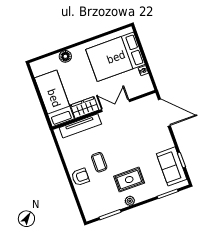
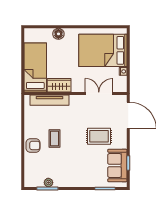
double door: (115, 106) -> (99, 94), moved
rug: (129, 180) -> (99, 136), moved
plant: (130, 201) -> (48, 183), moved

